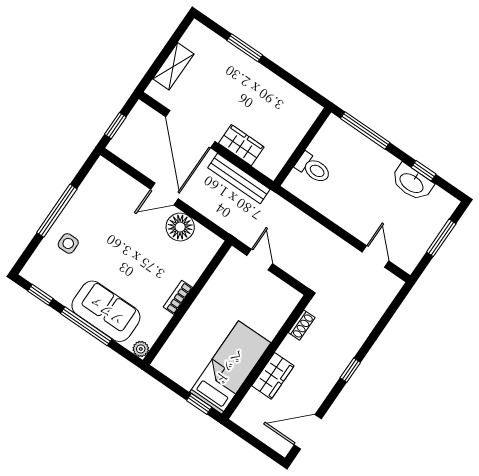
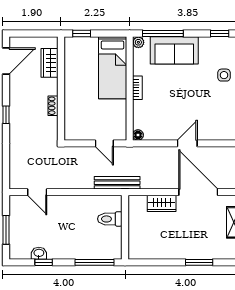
bench: (239, 178) -> (117, 183), moved
washbasin: (412, 183) -> (39, 253), width x0.52, depth x0.69
floor lamp: (180, 227) -> (138, 135), moved, width x0.53, depth x0.53
shoe rack: (302, 325) -> (53, 106), moved
window: (86, 326) -> (163, 34), moved
bed: (230, 367) -> (113, 68), moved
wardrobe: (273, 376) -> (49, 63), moved

